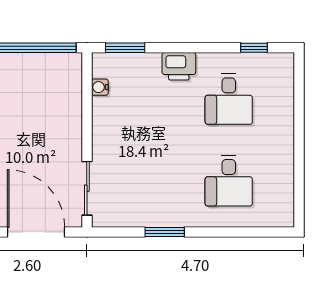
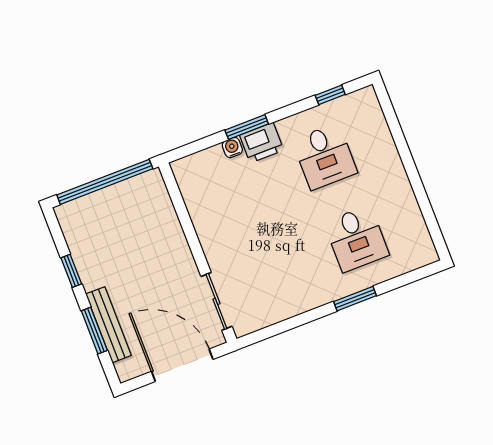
window: (125, 48) -> (247, 127), moved
water cooler: (100, 87) -> (232, 148), moved, turned 90
window: (165, 232) -> (355, 299), moved

